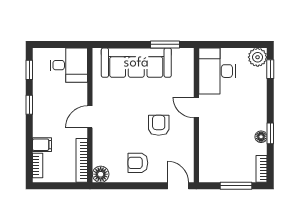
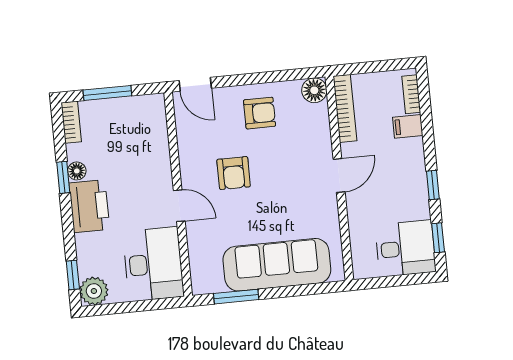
desk: (69, 65) -> (405, 248), moved, turned 180
printer: (255, 113) -> (89, 206), added

